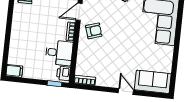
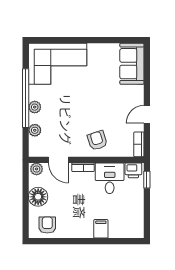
armchair: (94, 31) -> (97, 140), moved
filing cabinet: (14, 71) -> (101, 229), moved
door: (126, 91) -> (147, 114), moved

